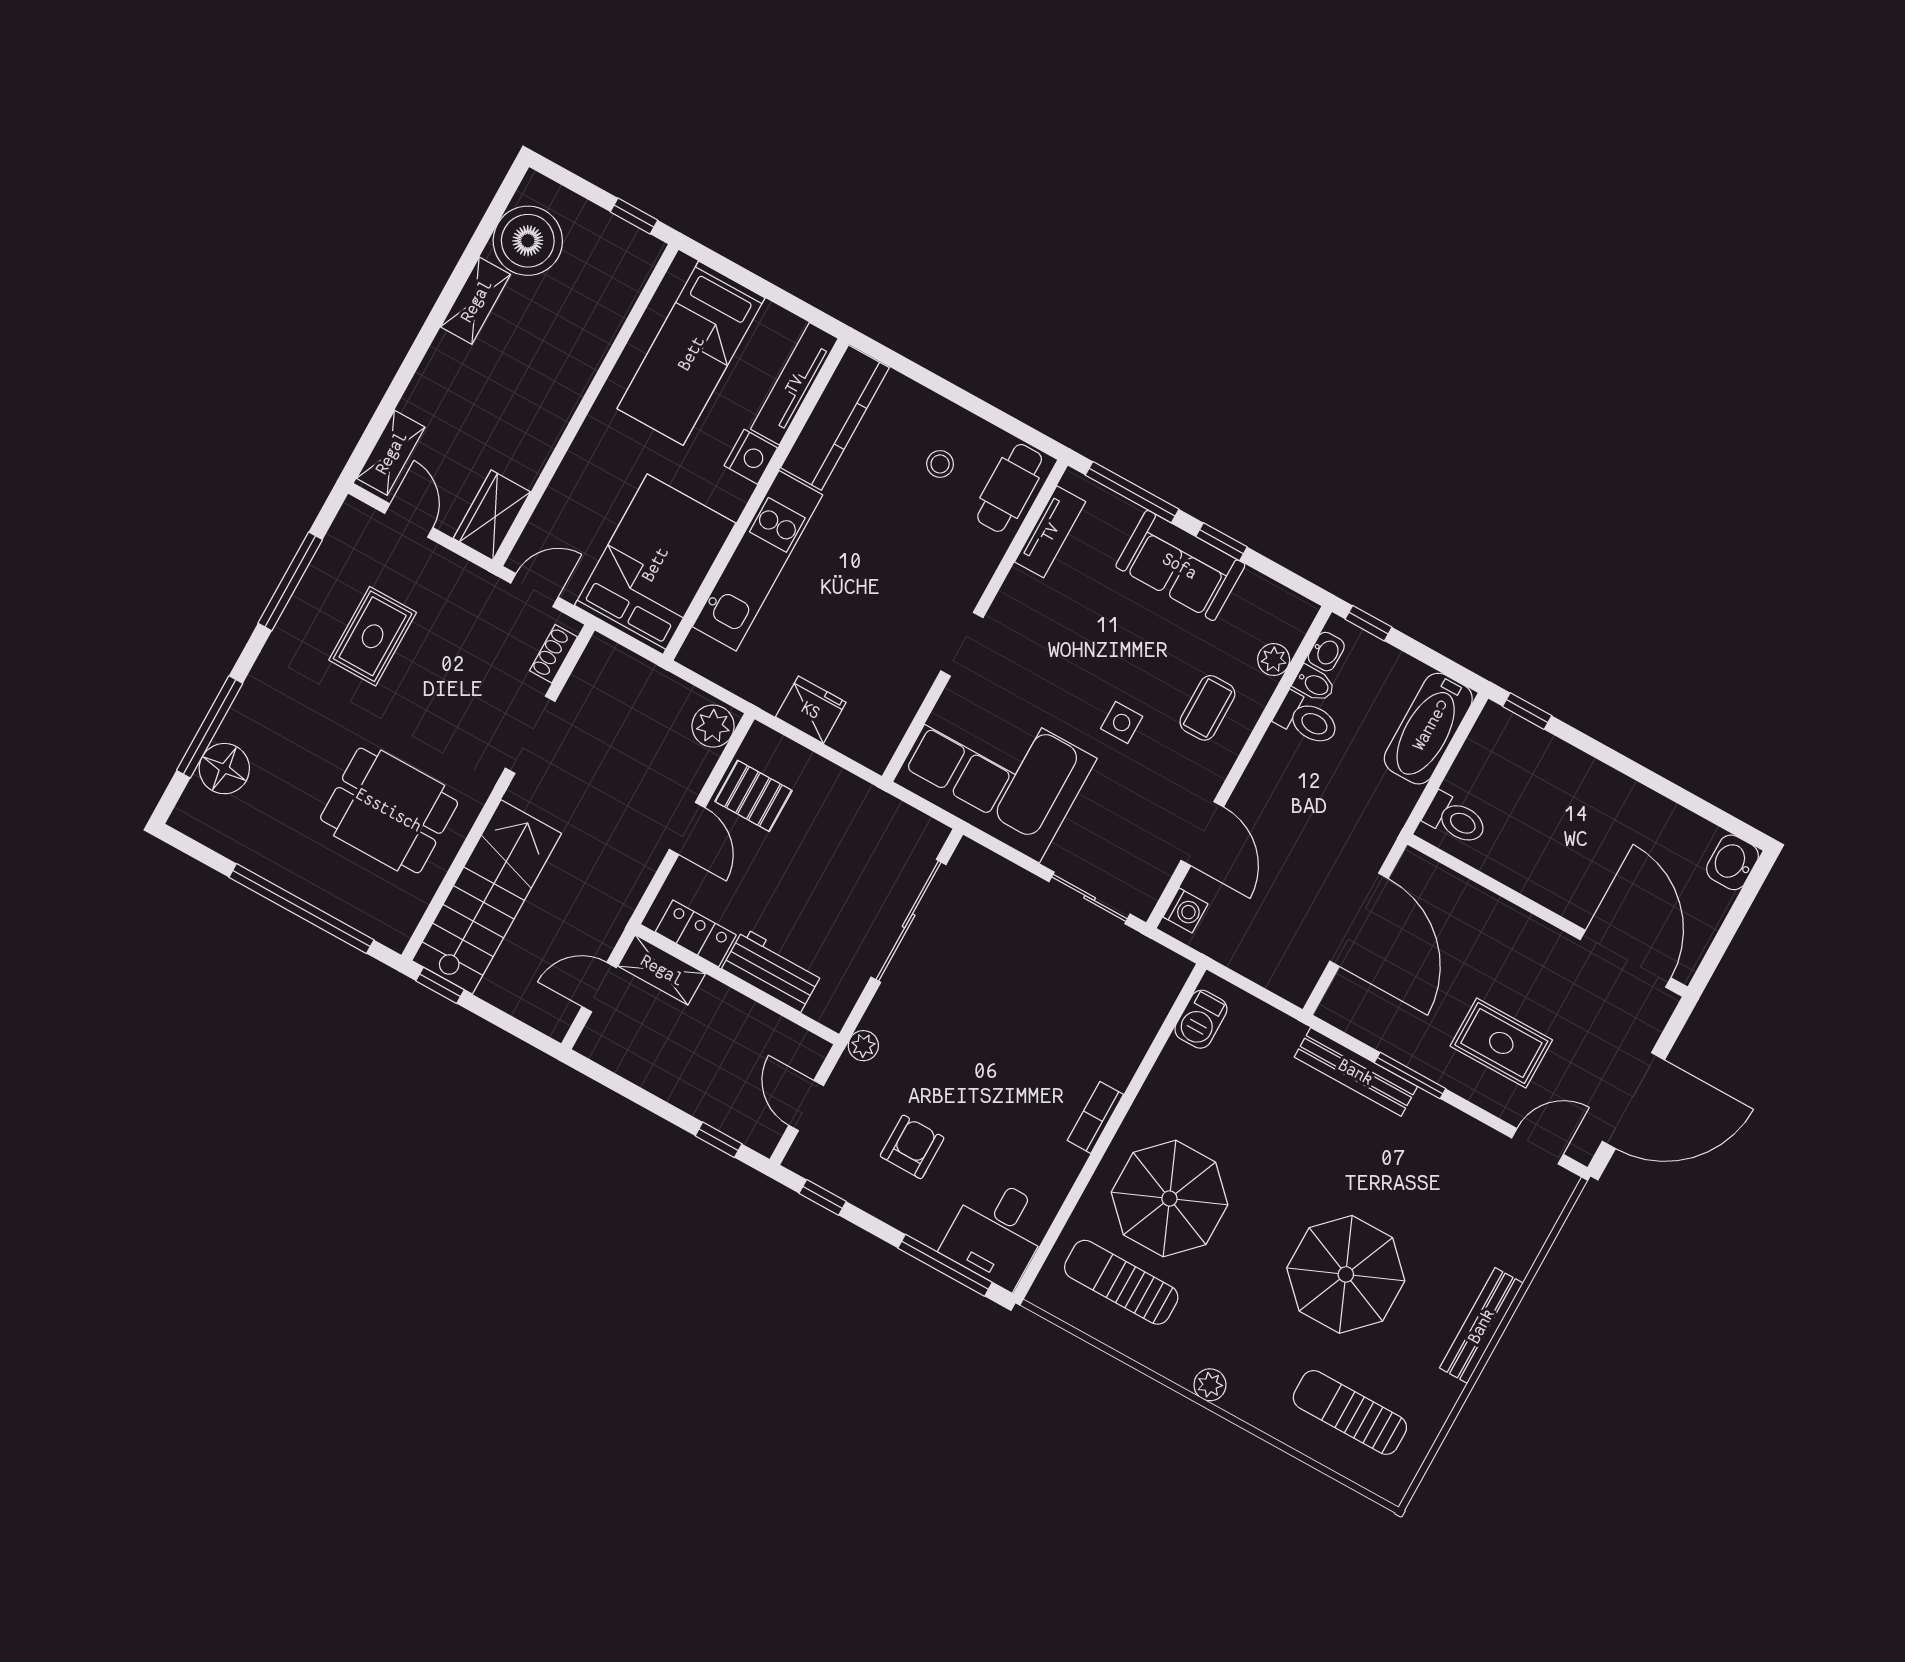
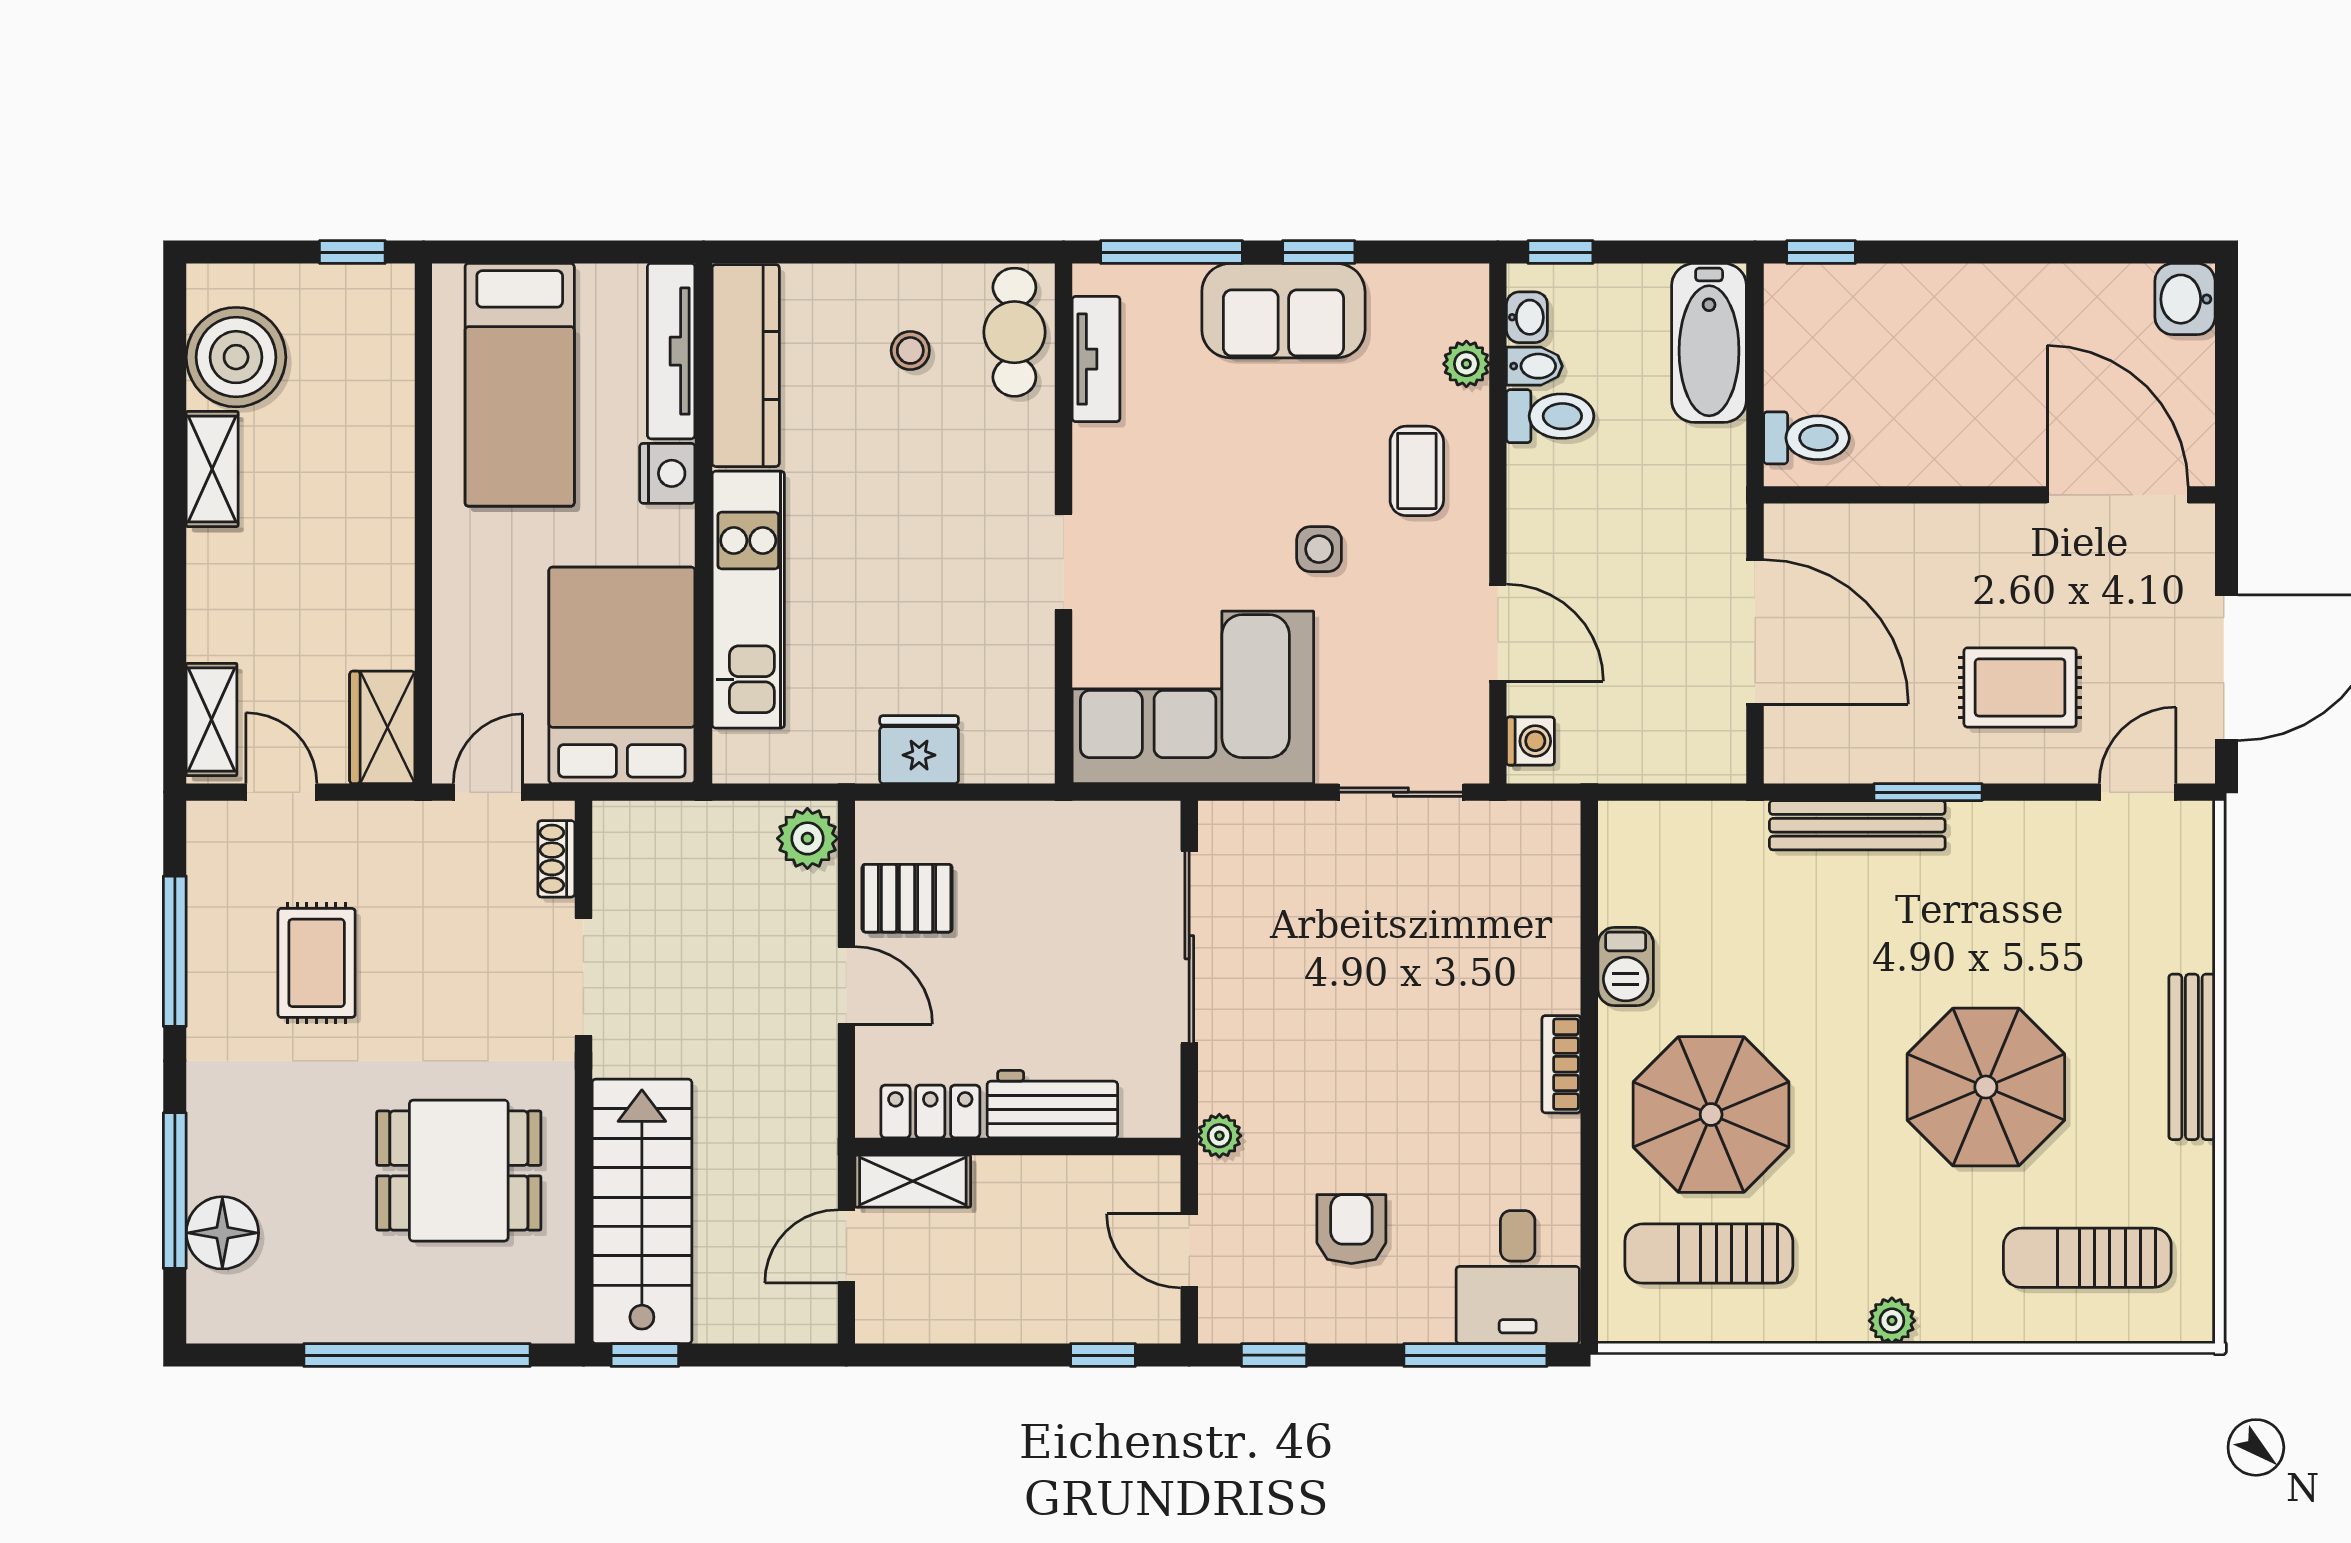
barbecue: (1201, 1019) -> (1626, 967), moved

